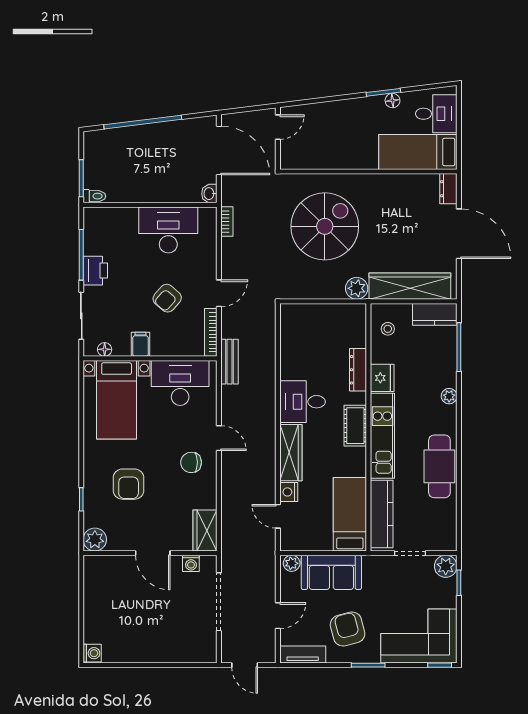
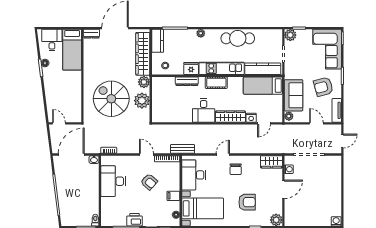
plant: (321, 285) -> (142, 101), added

